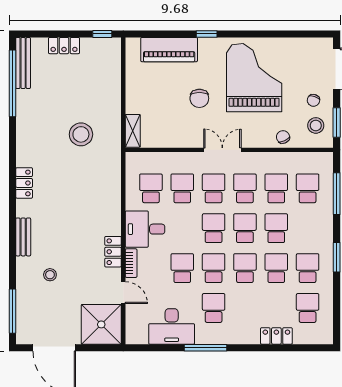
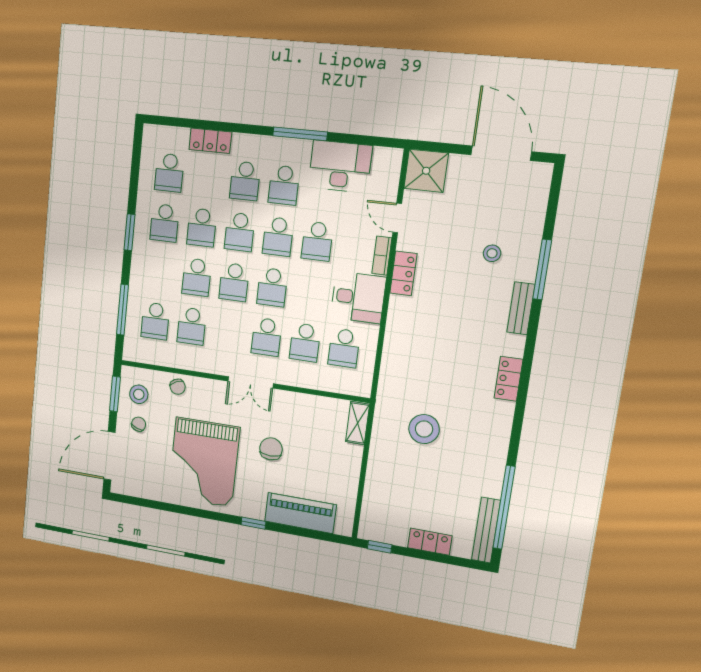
school desk: (245, 188) -> (245, 181), moved
window: (12, 311) -> (542, 270), moved
shower: (101, 324) -> (426, 171), width x0.73, depth x0.73

